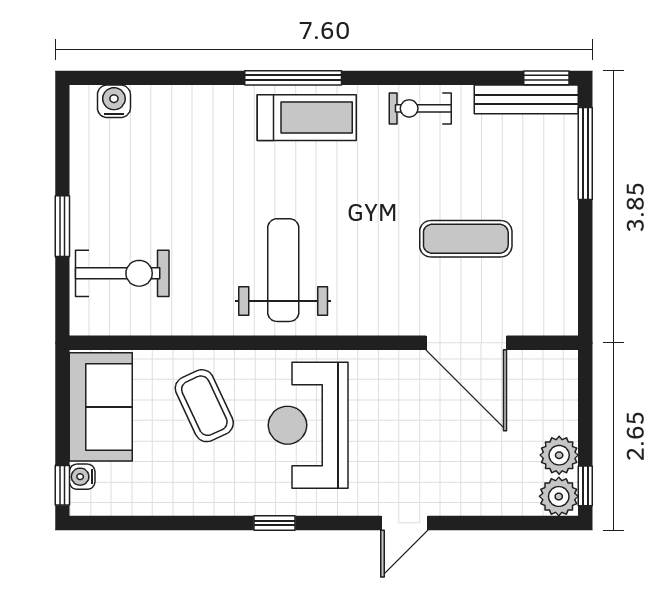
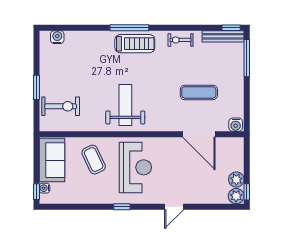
water cooler: (557, 319) -> (236, 125), added
reception desk: (308, 425) -> (135, 167), turned 180

